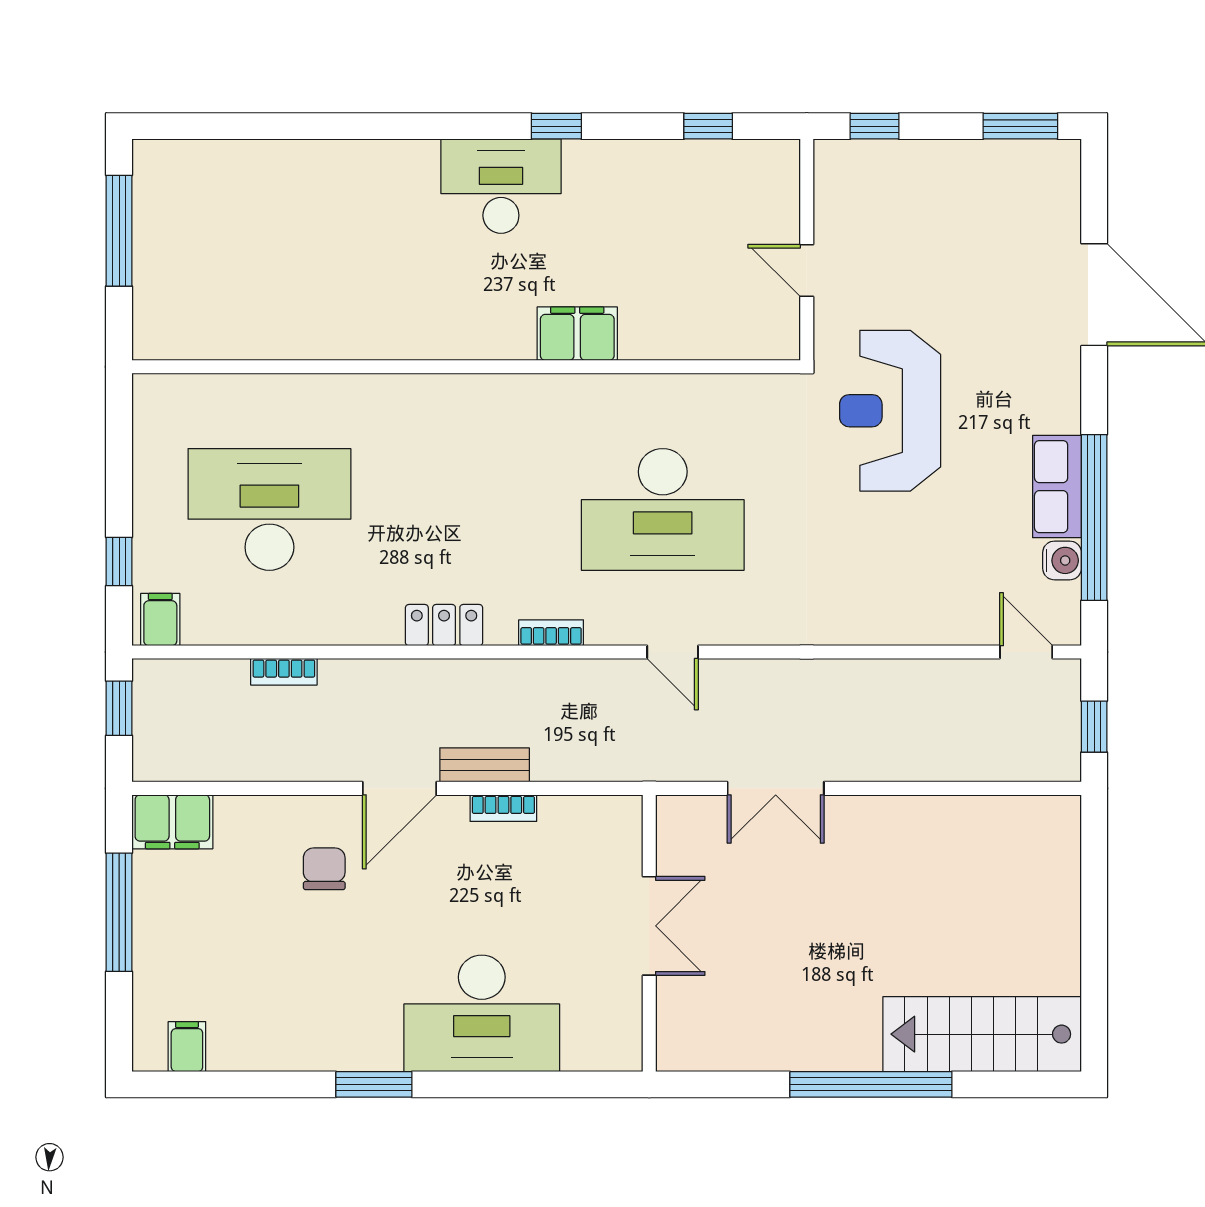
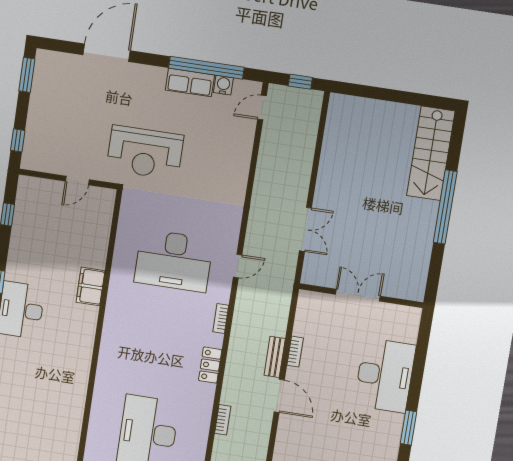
desk: (663, 509) -> (174, 261), turned 90
bookcase: (284, 672) -> (223, 420), moved
chair: (324, 869) -> (310, 434), removed

